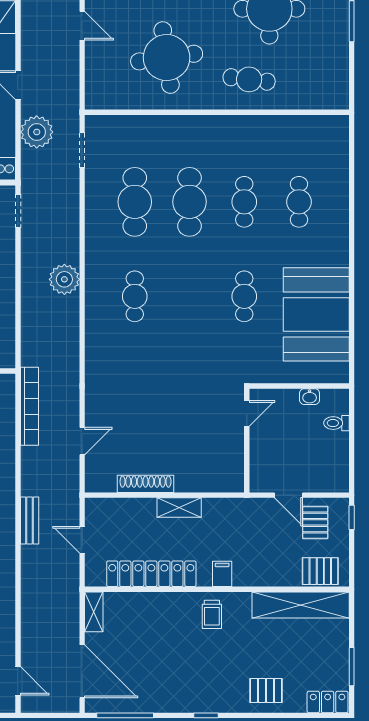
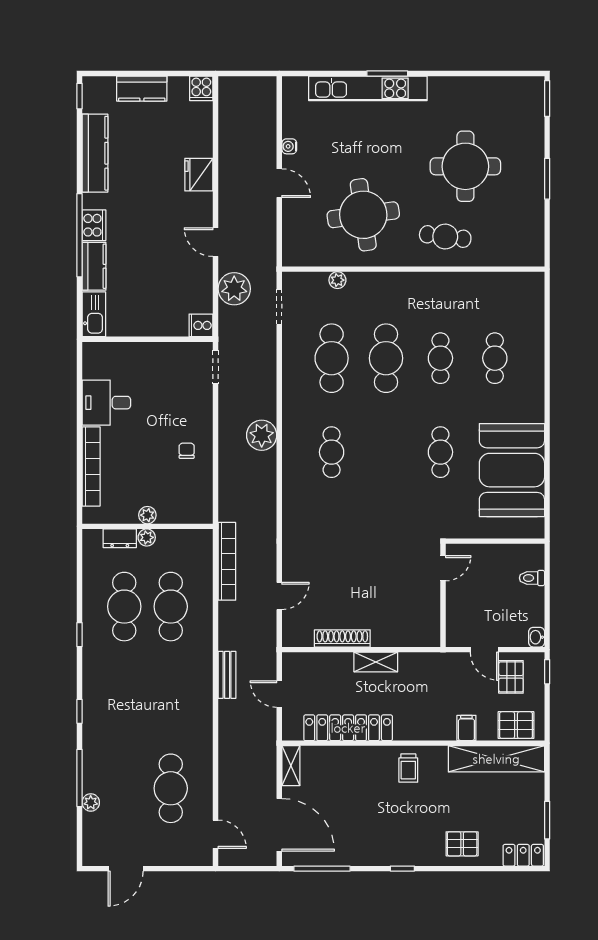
plant: (141, 123) -> (337, 280), added
washbasin: (310, 397) -> (537, 637), moved, turned 90
filing cabinet: (222, 574) -> (466, 728), moved

